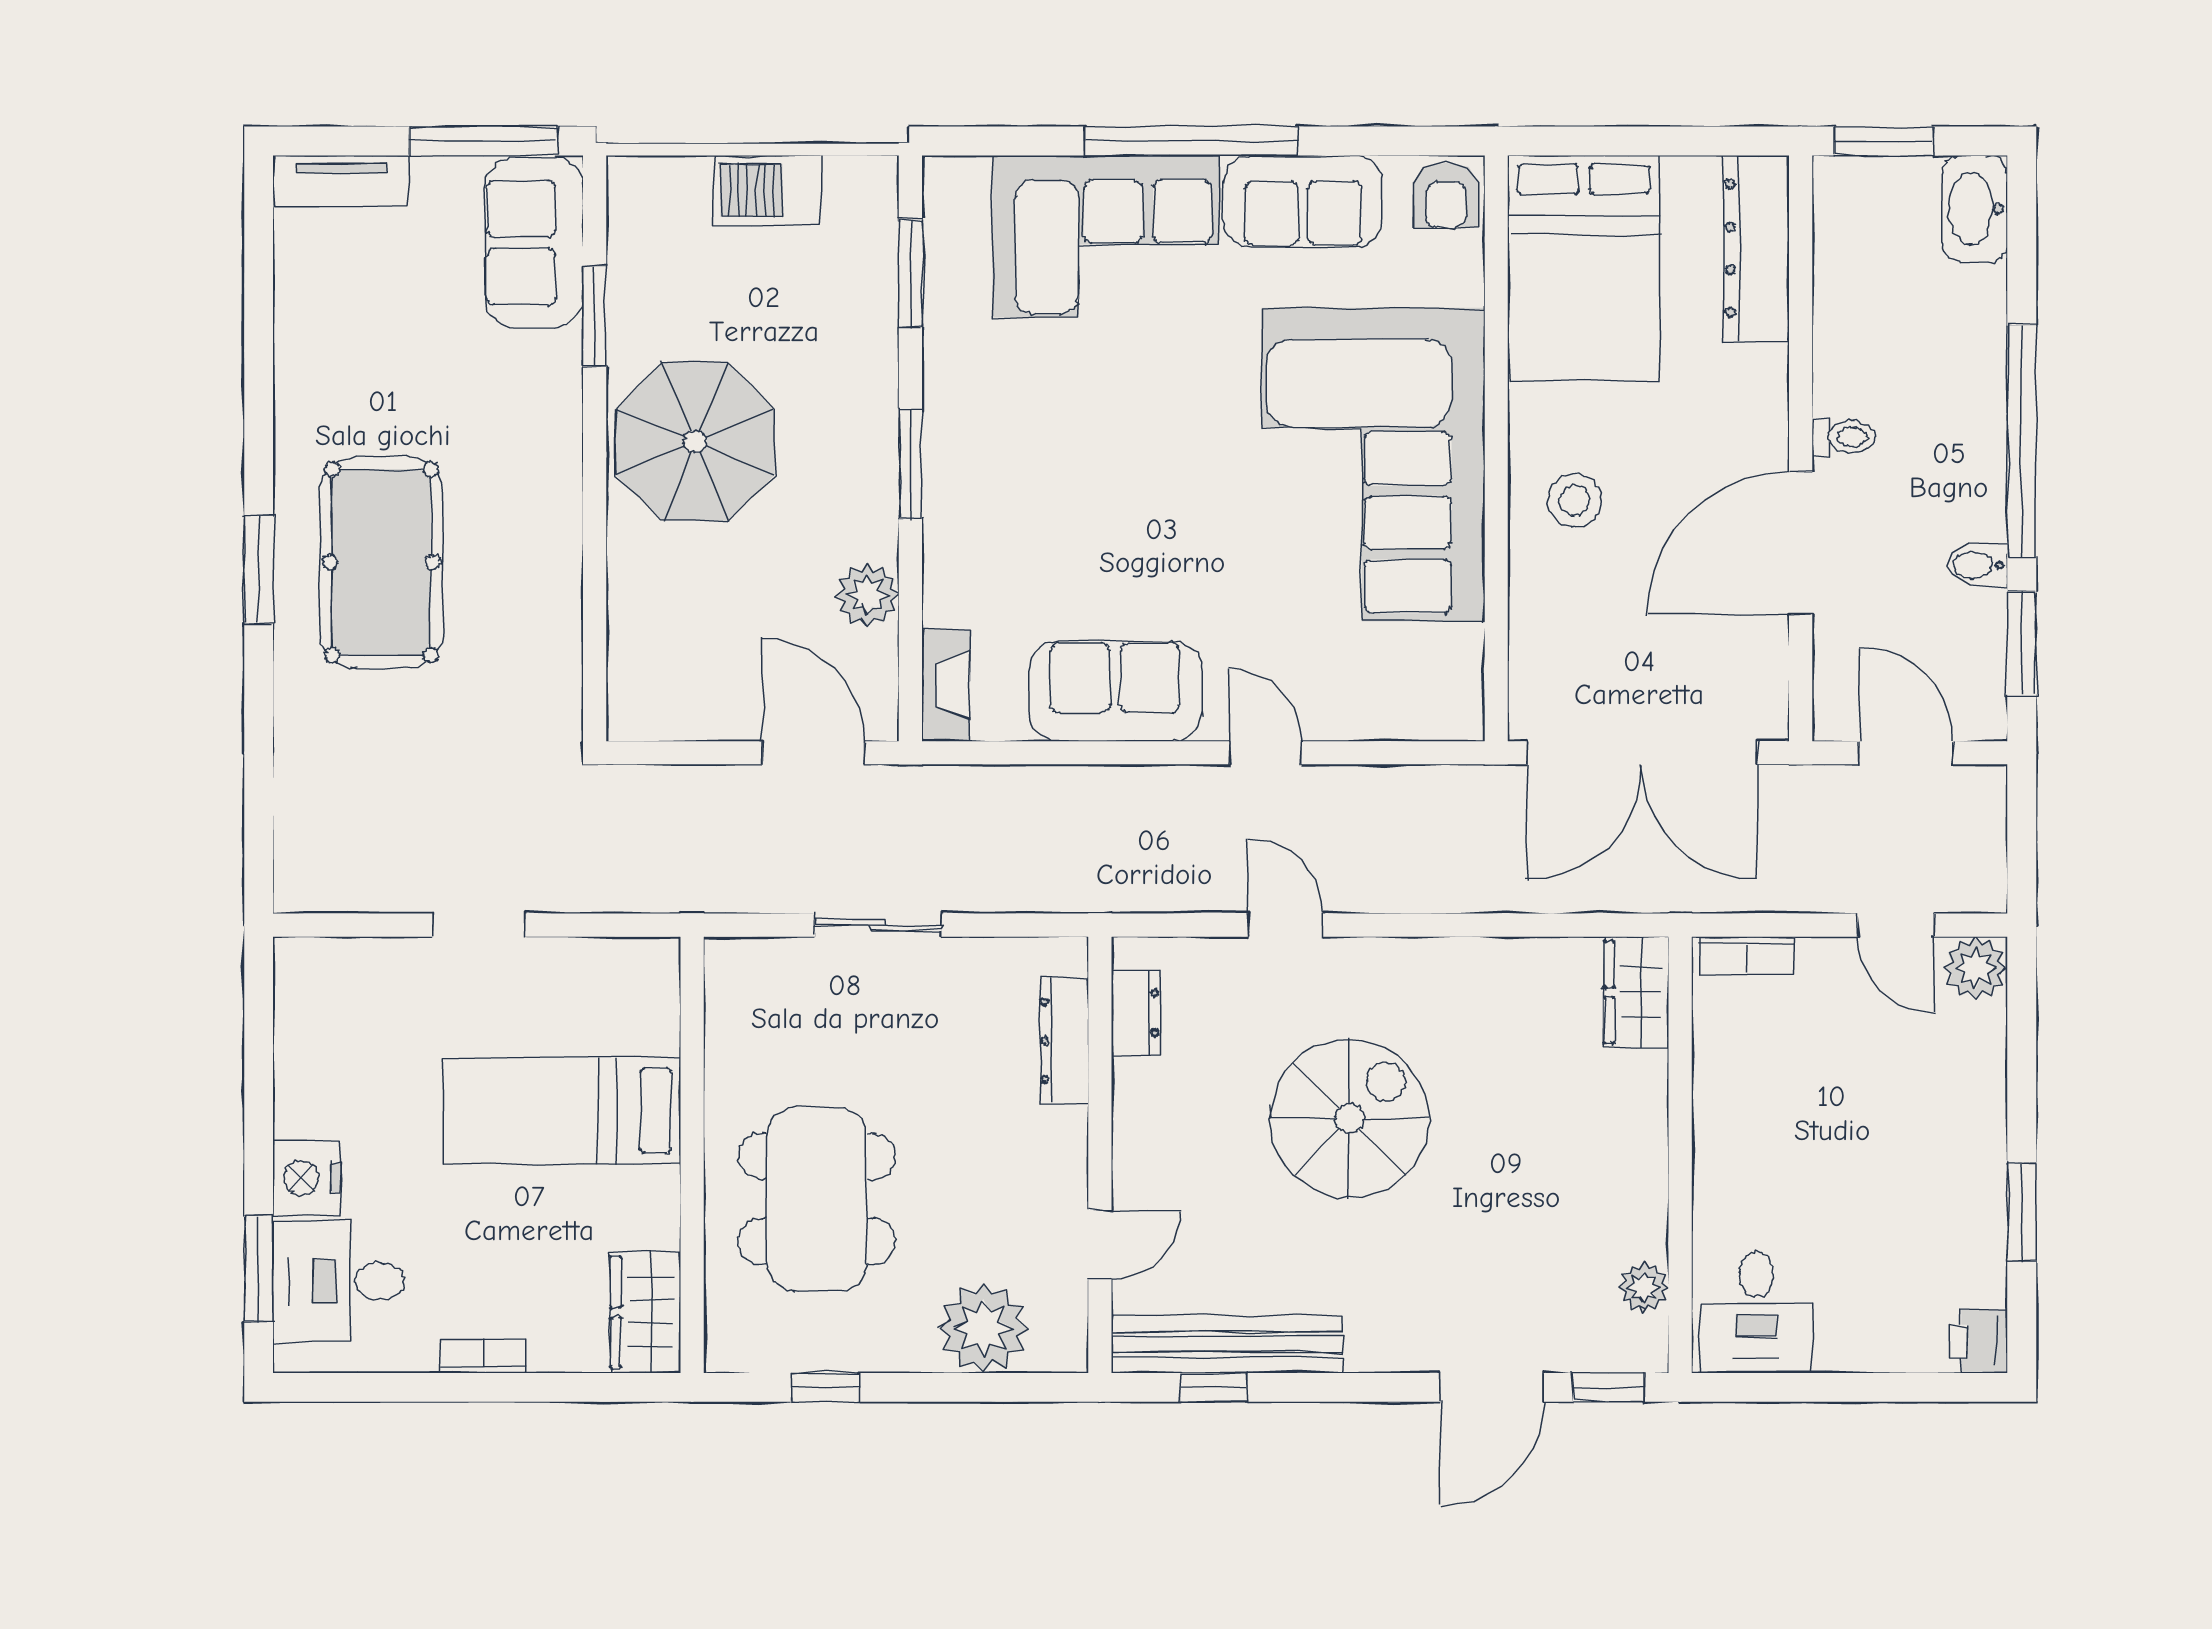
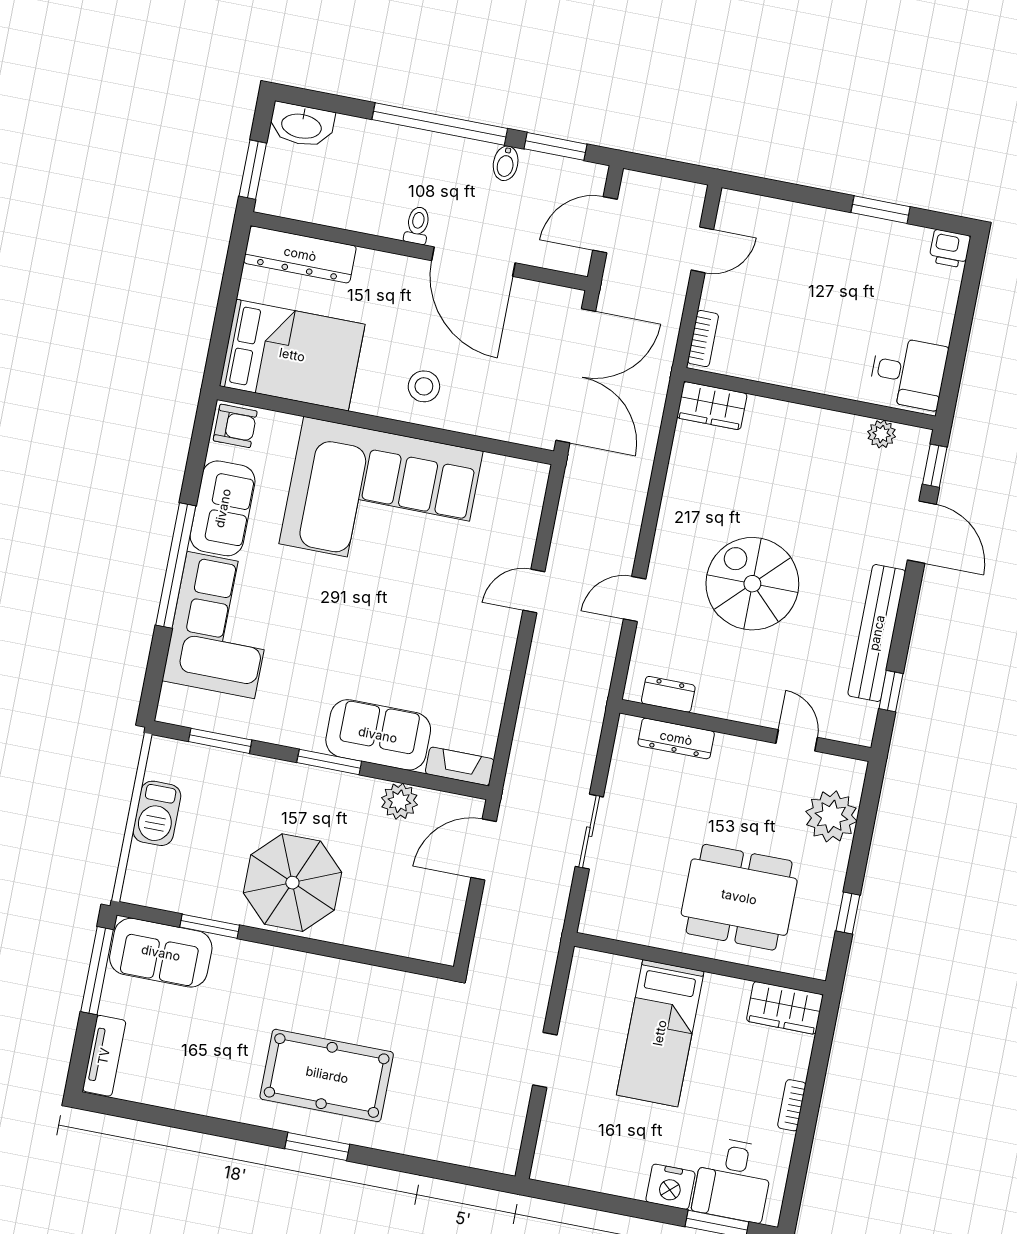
sofa: (1115, 691) -> (378, 735), moved, turned 90
plant: (1975, 968) -> (736, 209), removed
bench: (1227, 1344) -> (877, 633), moved

